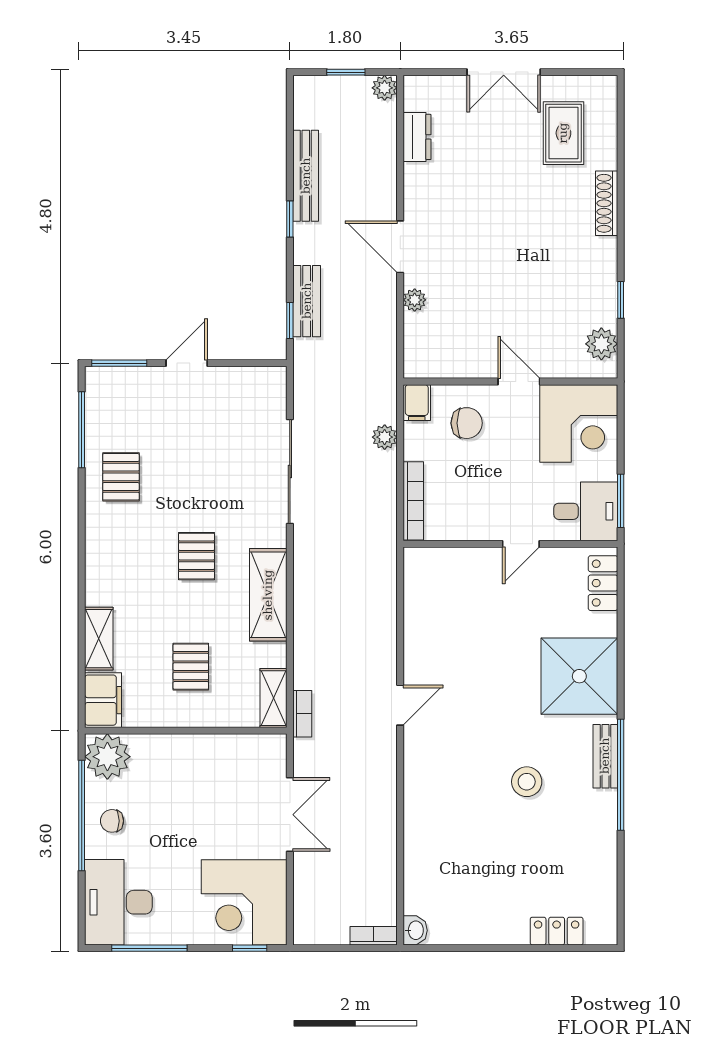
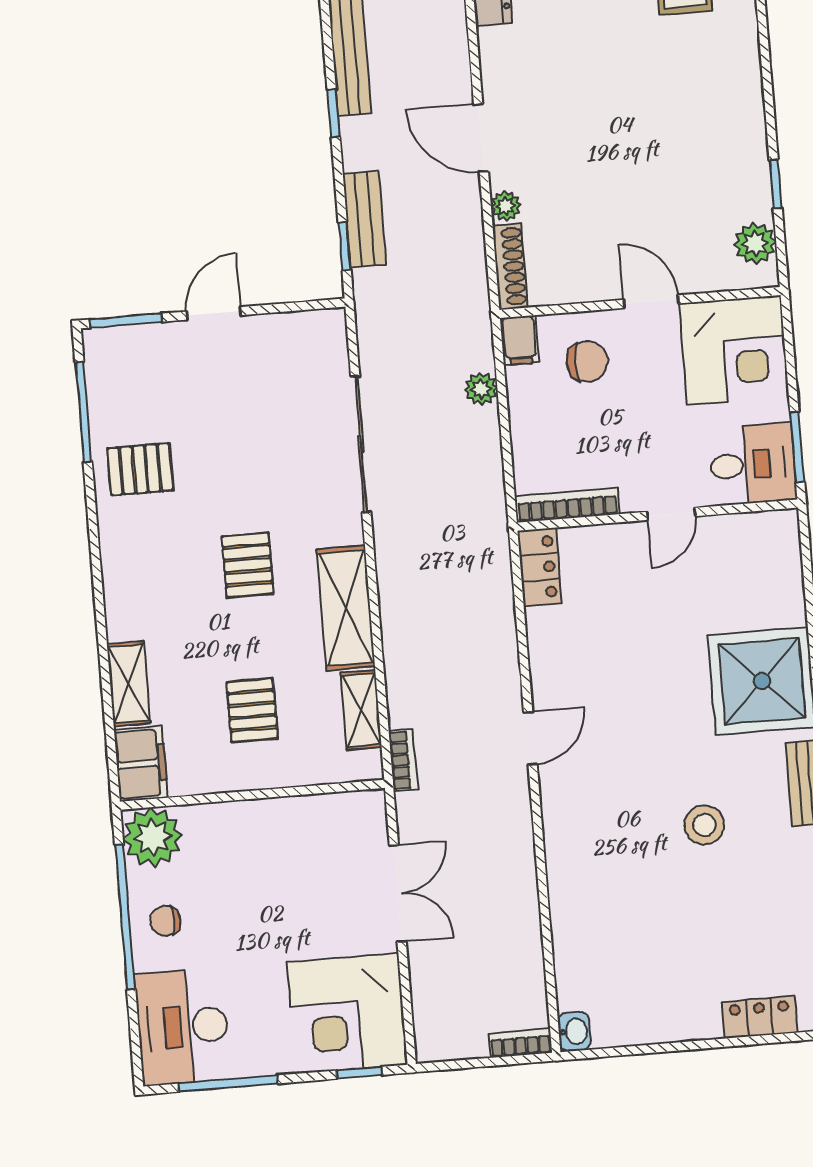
shoe rack: (607, 203) -> (510, 267), moved, turned 180
pallet: (121, 477) -> (140, 469), turned 90
bookcase: (413, 501) -> (567, 505), moved, turned -90
locker: (603, 583) -> (540, 567), moved, turned 180
shelving: (274, 698) -> (361, 710), moved

